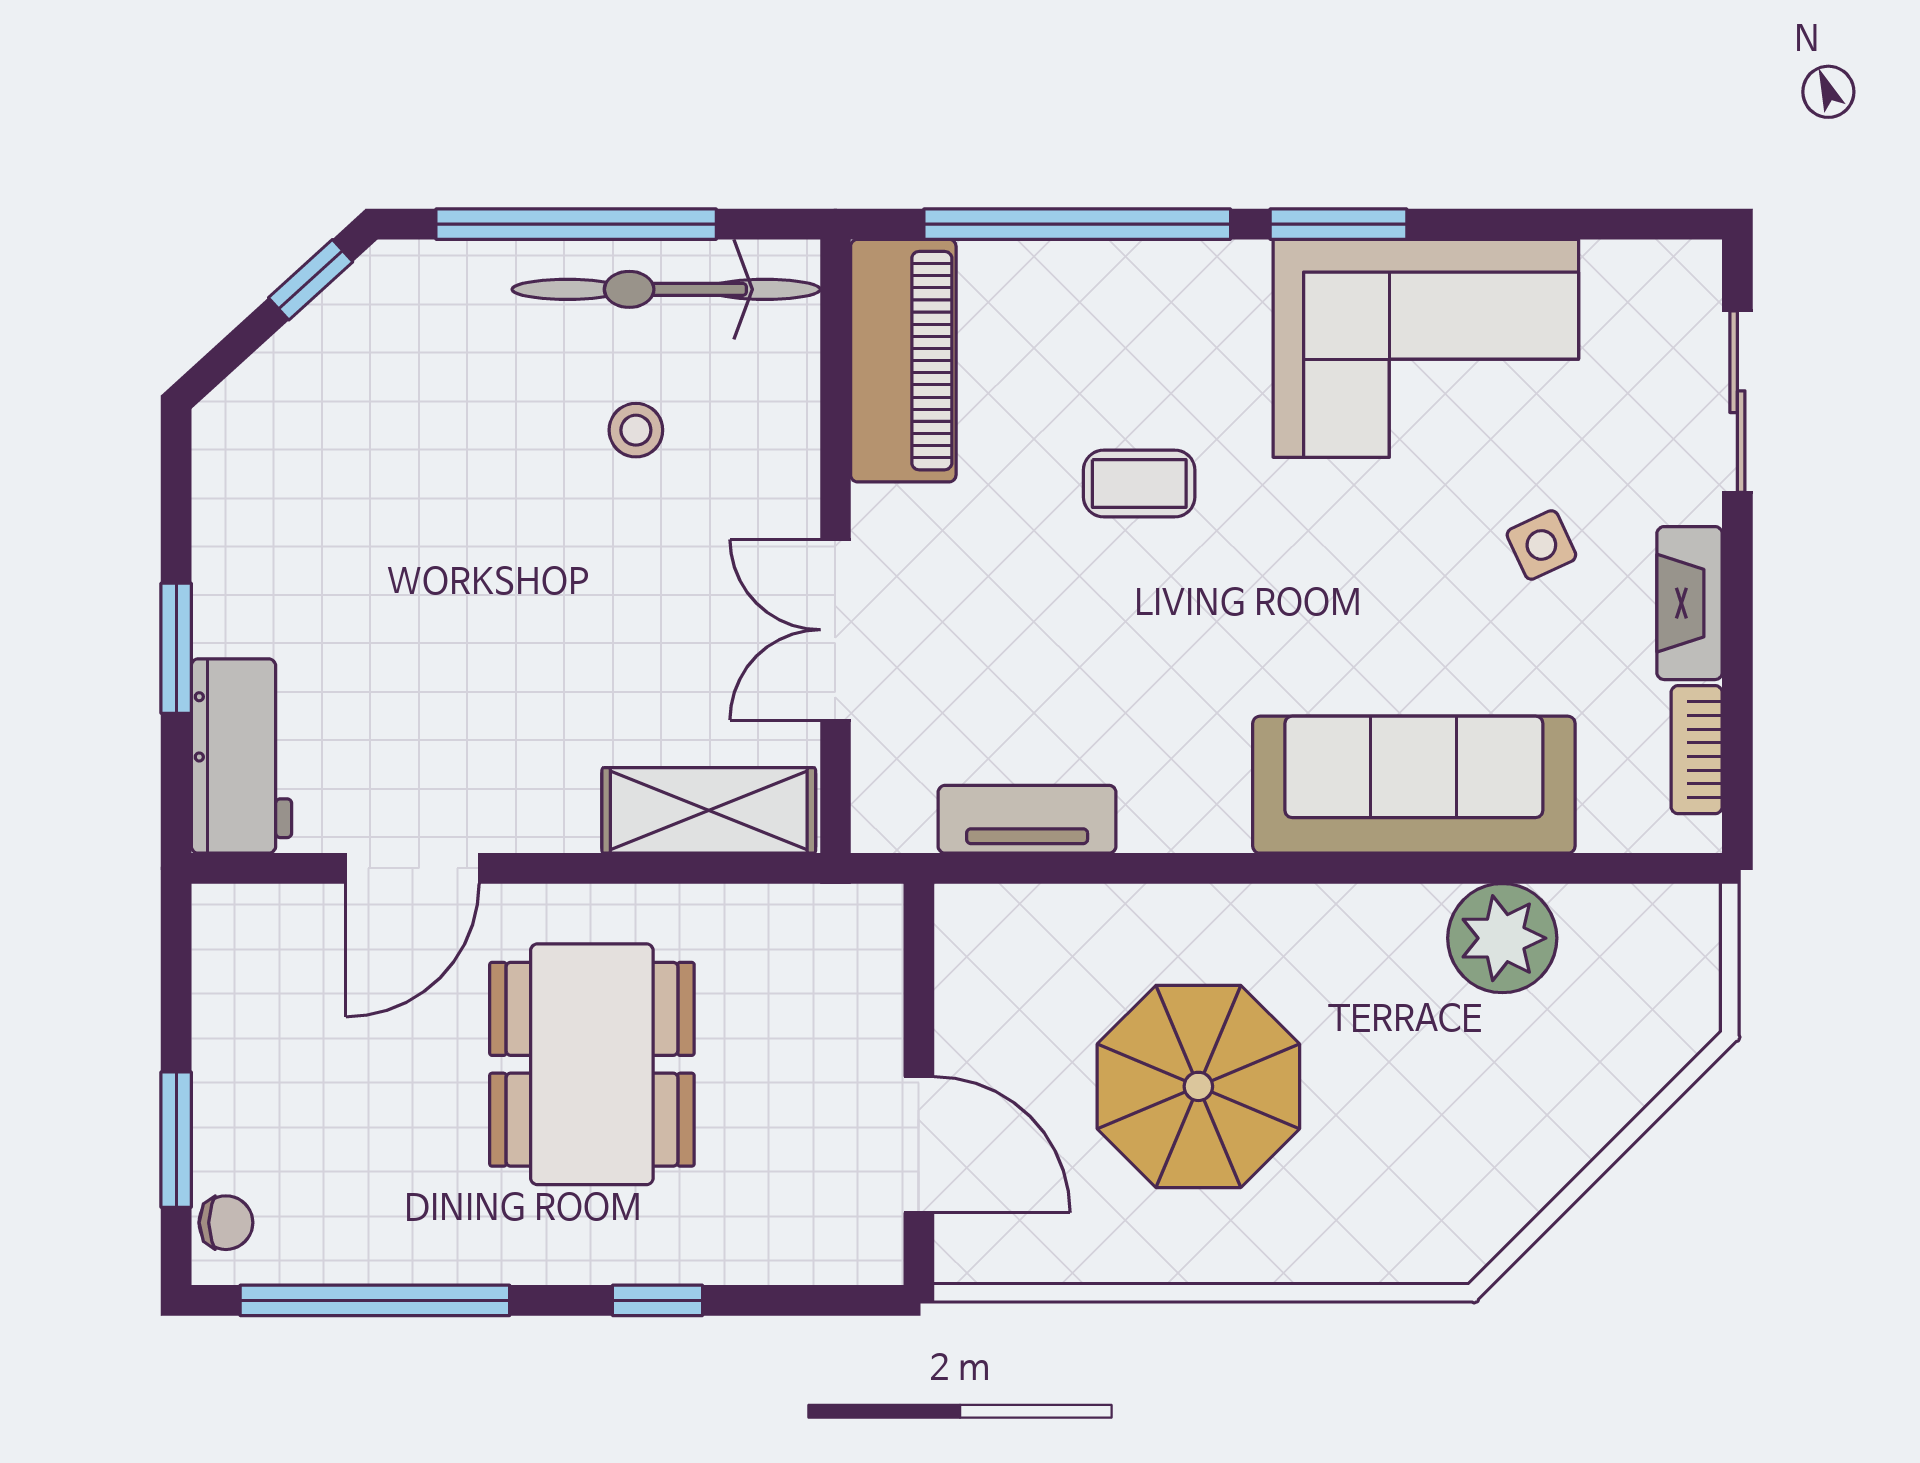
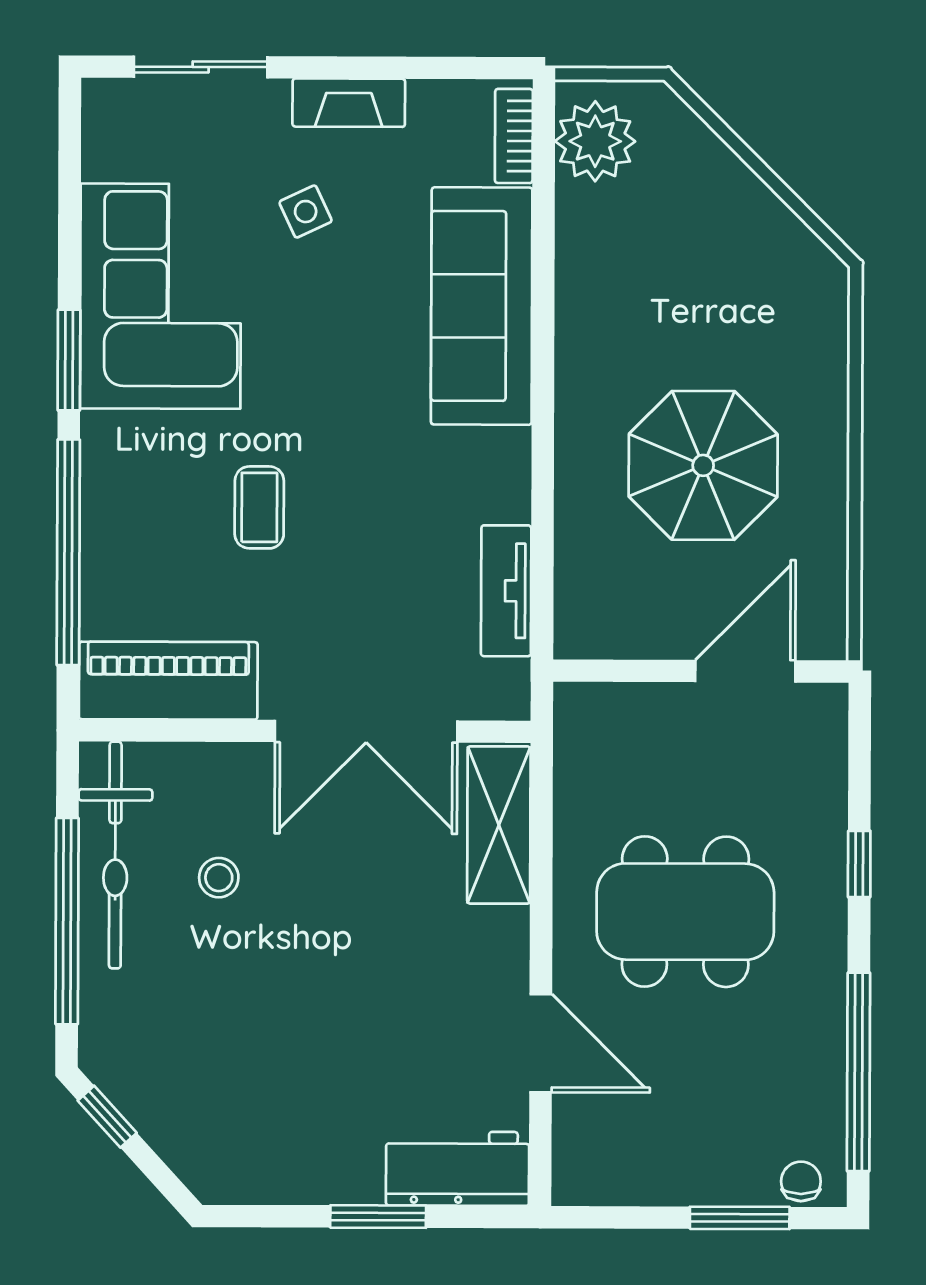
double door: (835, 630) -> (366, 731), width x1.37
bookcase: (1697, 750) -> (514, 136), moved, turned 90
plant: (1502, 938) -> (595, 141), moved

